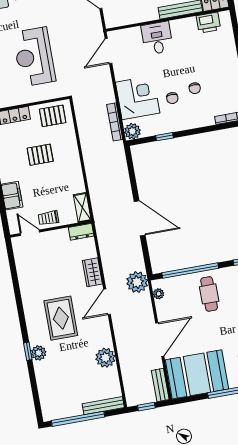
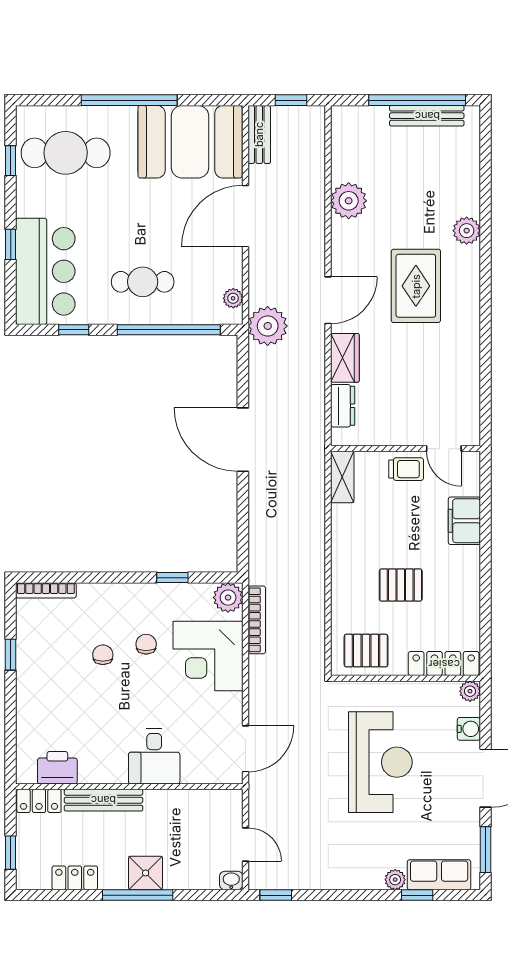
dresser: (81, 232) -> (343, 406), moved, turned 90
cafe table: (209, 294) -> (143, 282), turned 90
window: (28, 351) -> (485, 237), removed
bench: (103, 406) -> (427, 116), moved

